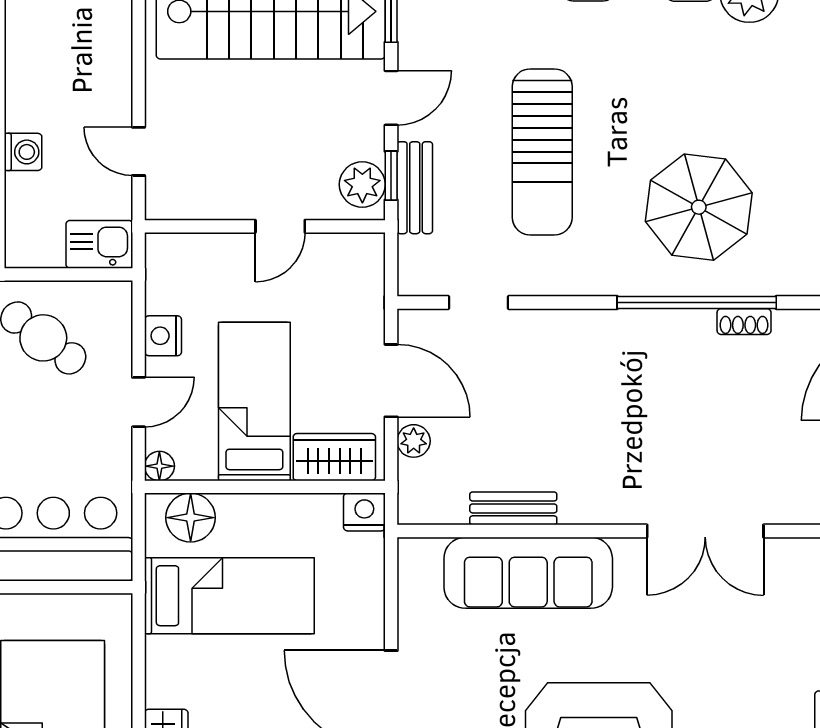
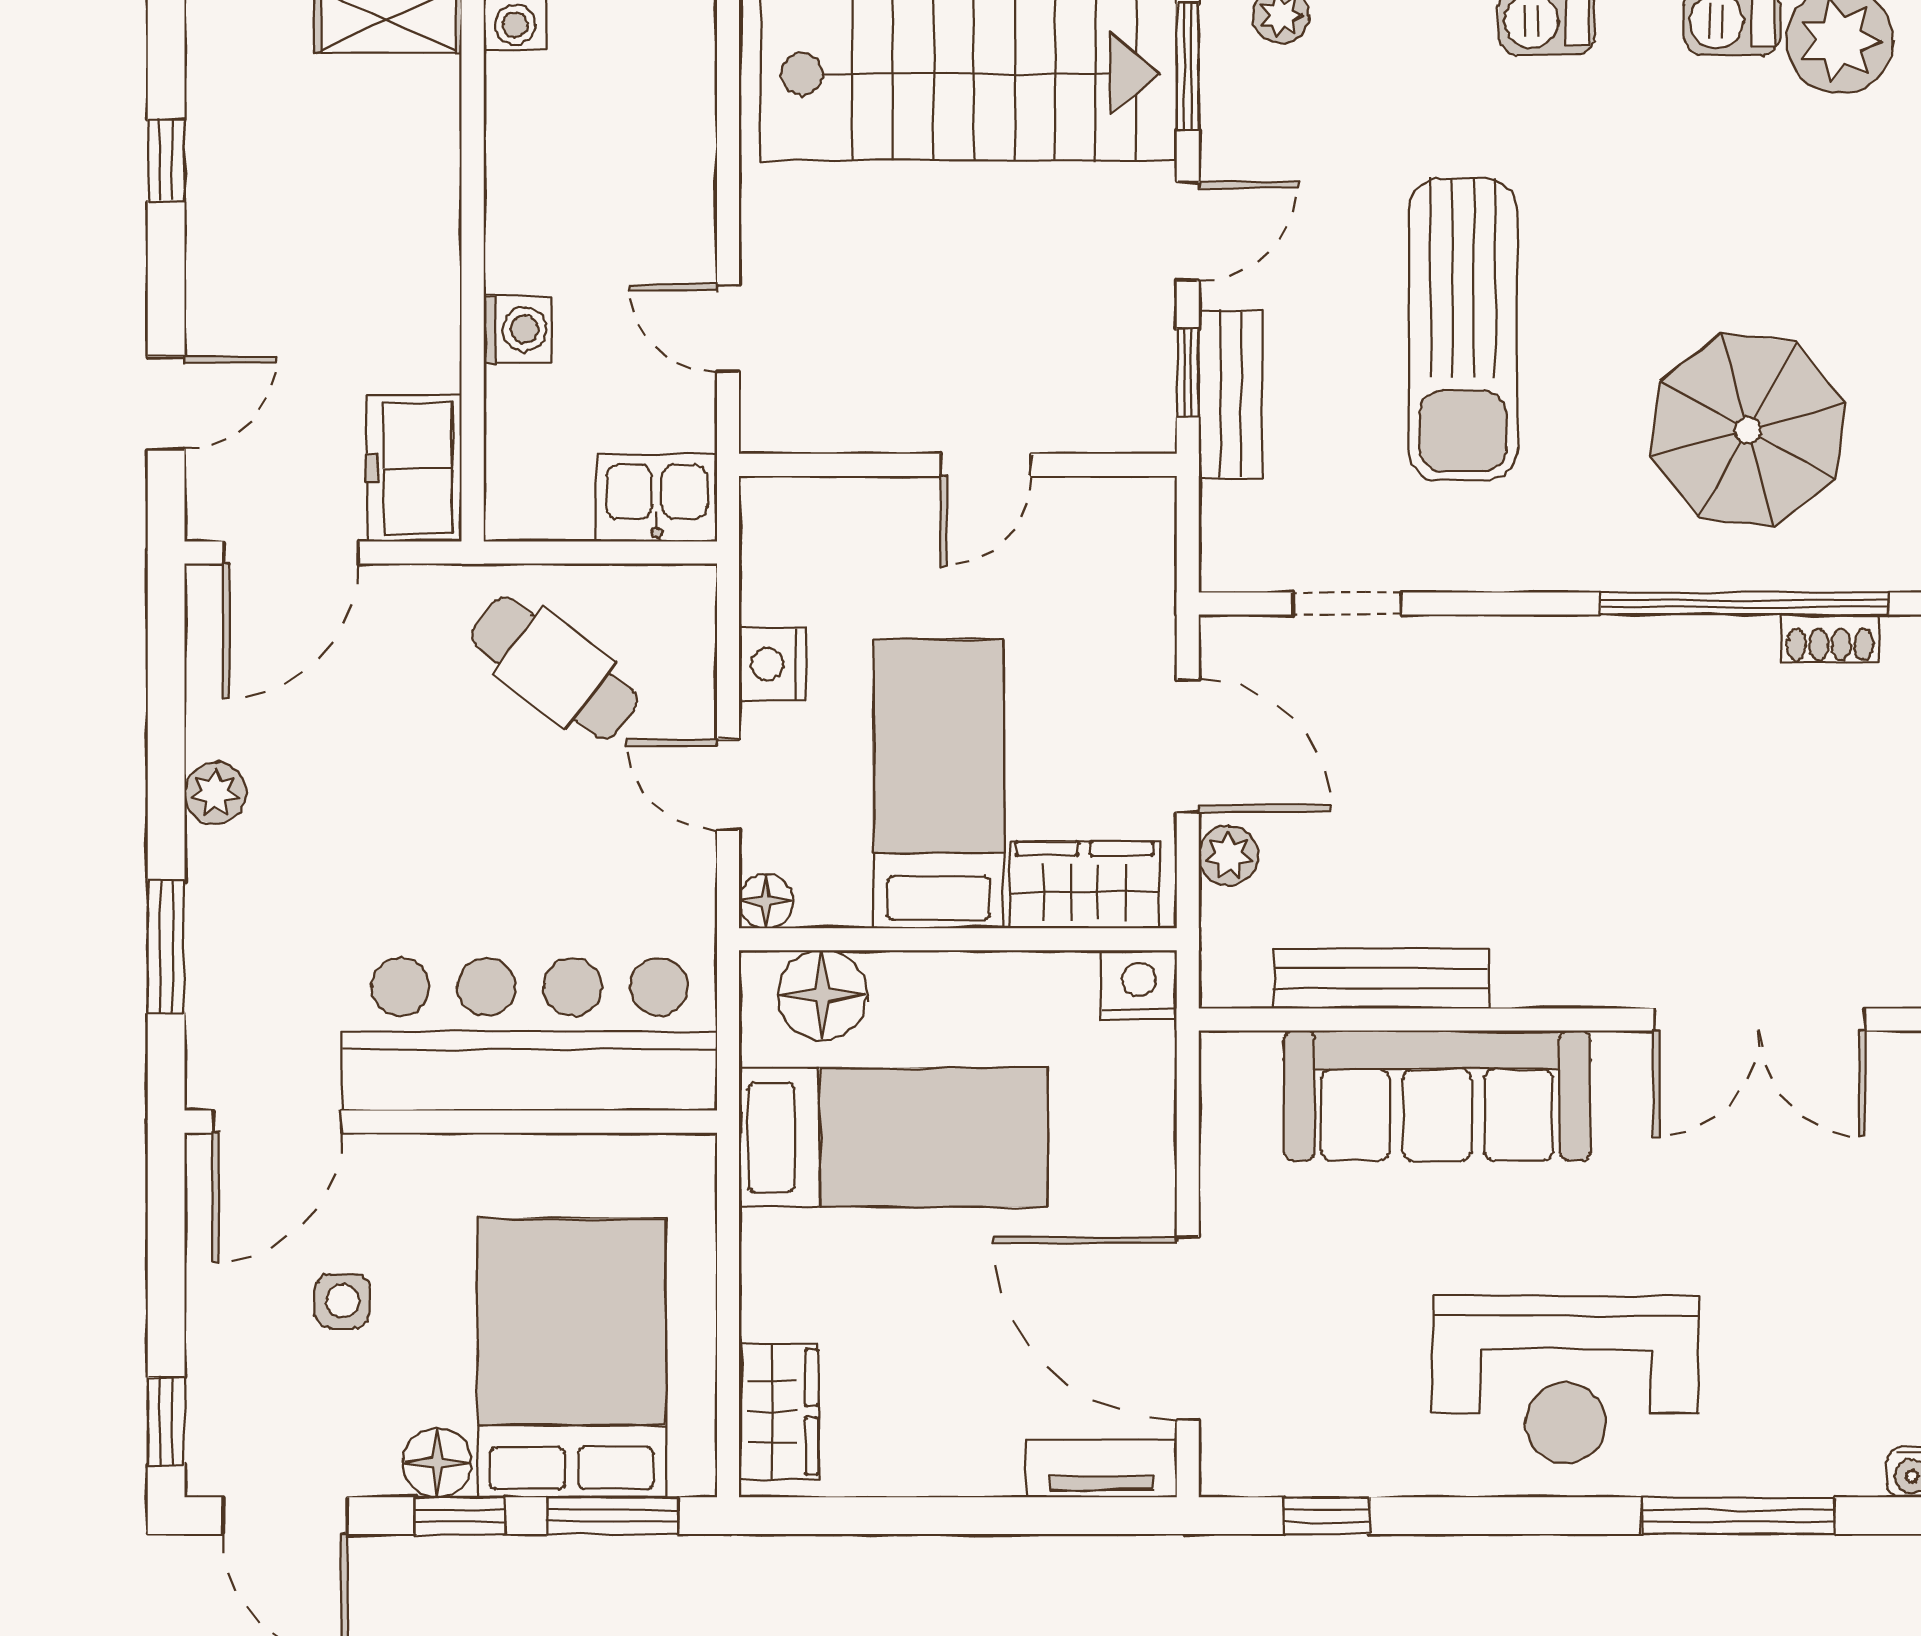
plant: (362, 184) -> (1135, 389), removed
door: (139, 402) -> (728, 785), swing flipped
bench: (513, 508) -> (1381, 978), width x1.36

